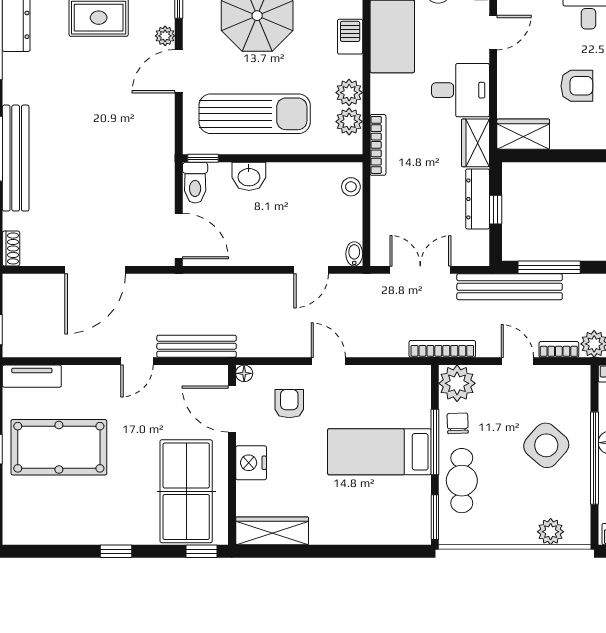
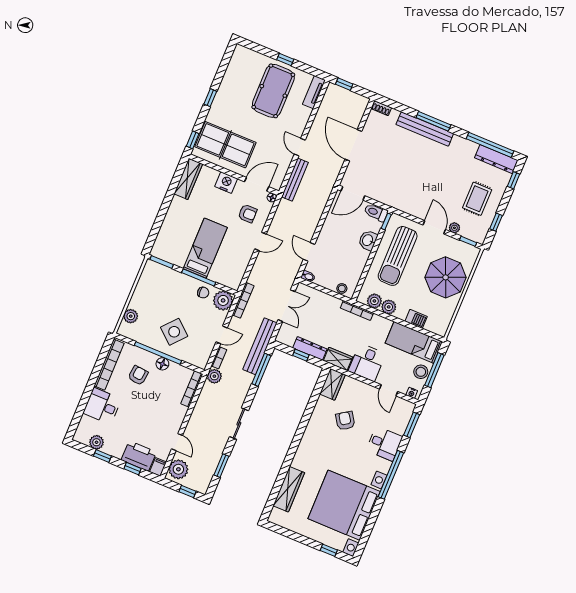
armchair: (577, 86) -> (345, 421), turned 146
cafe table: (462, 481) -> (174, 283), removed

